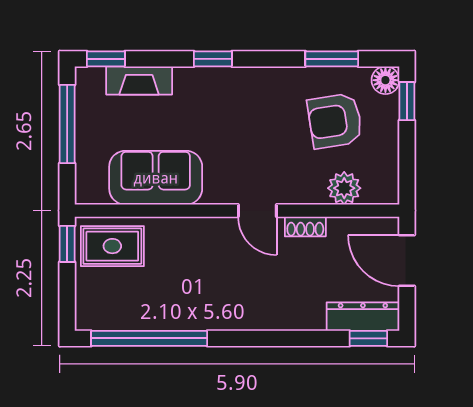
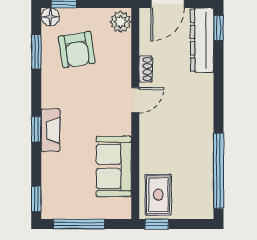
fireplace: (139, 80) -> (50, 130), moved
plant: (344, 188) -> (121, 22), moved
dresser: (363, 317) -> (202, 40), width x1.37, depth x1.24

